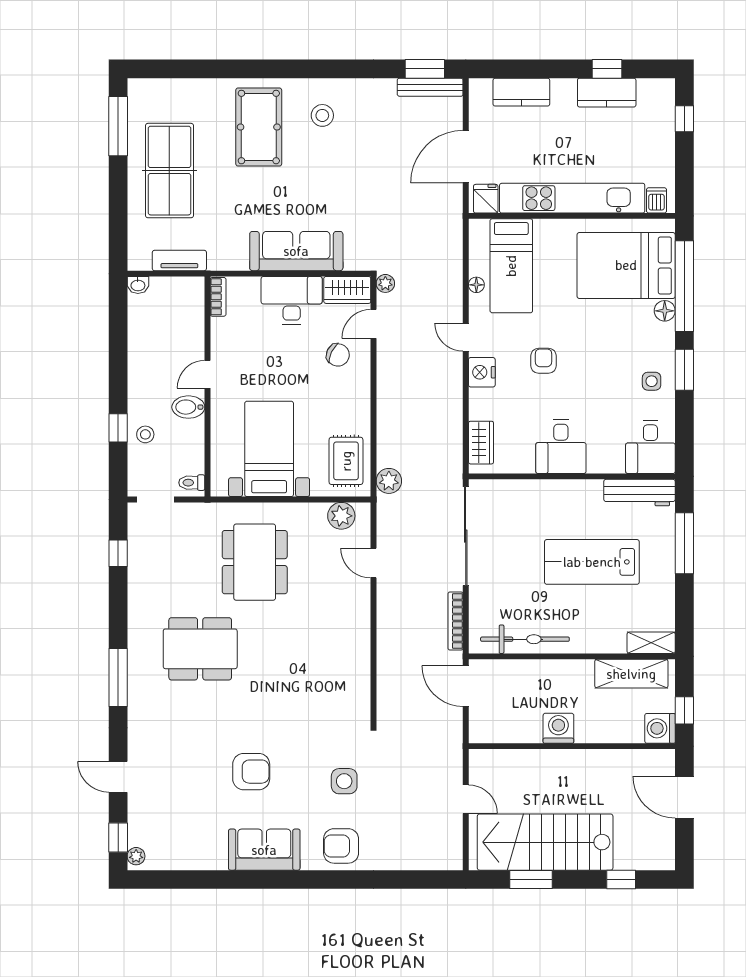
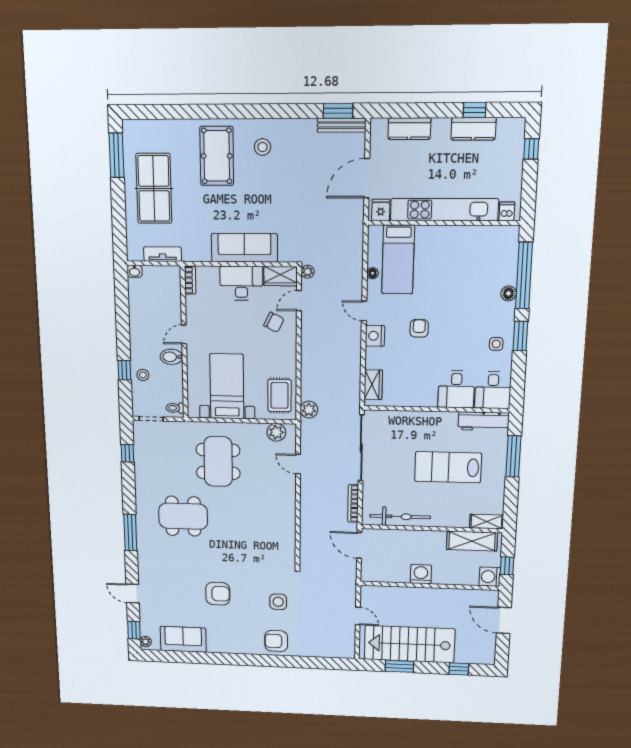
bed: (626, 265) -> (482, 260), removed
desk: (561, 447) -> (456, 389), moved
sofa: (264, 850) -> (183, 639), moved

